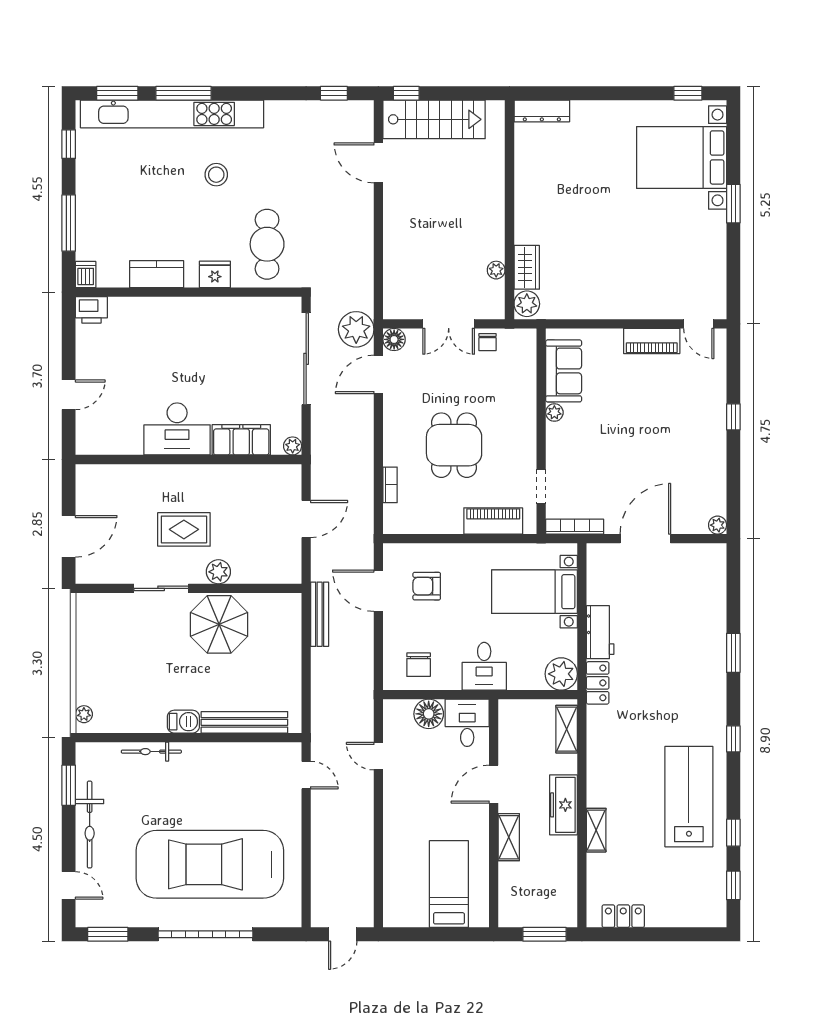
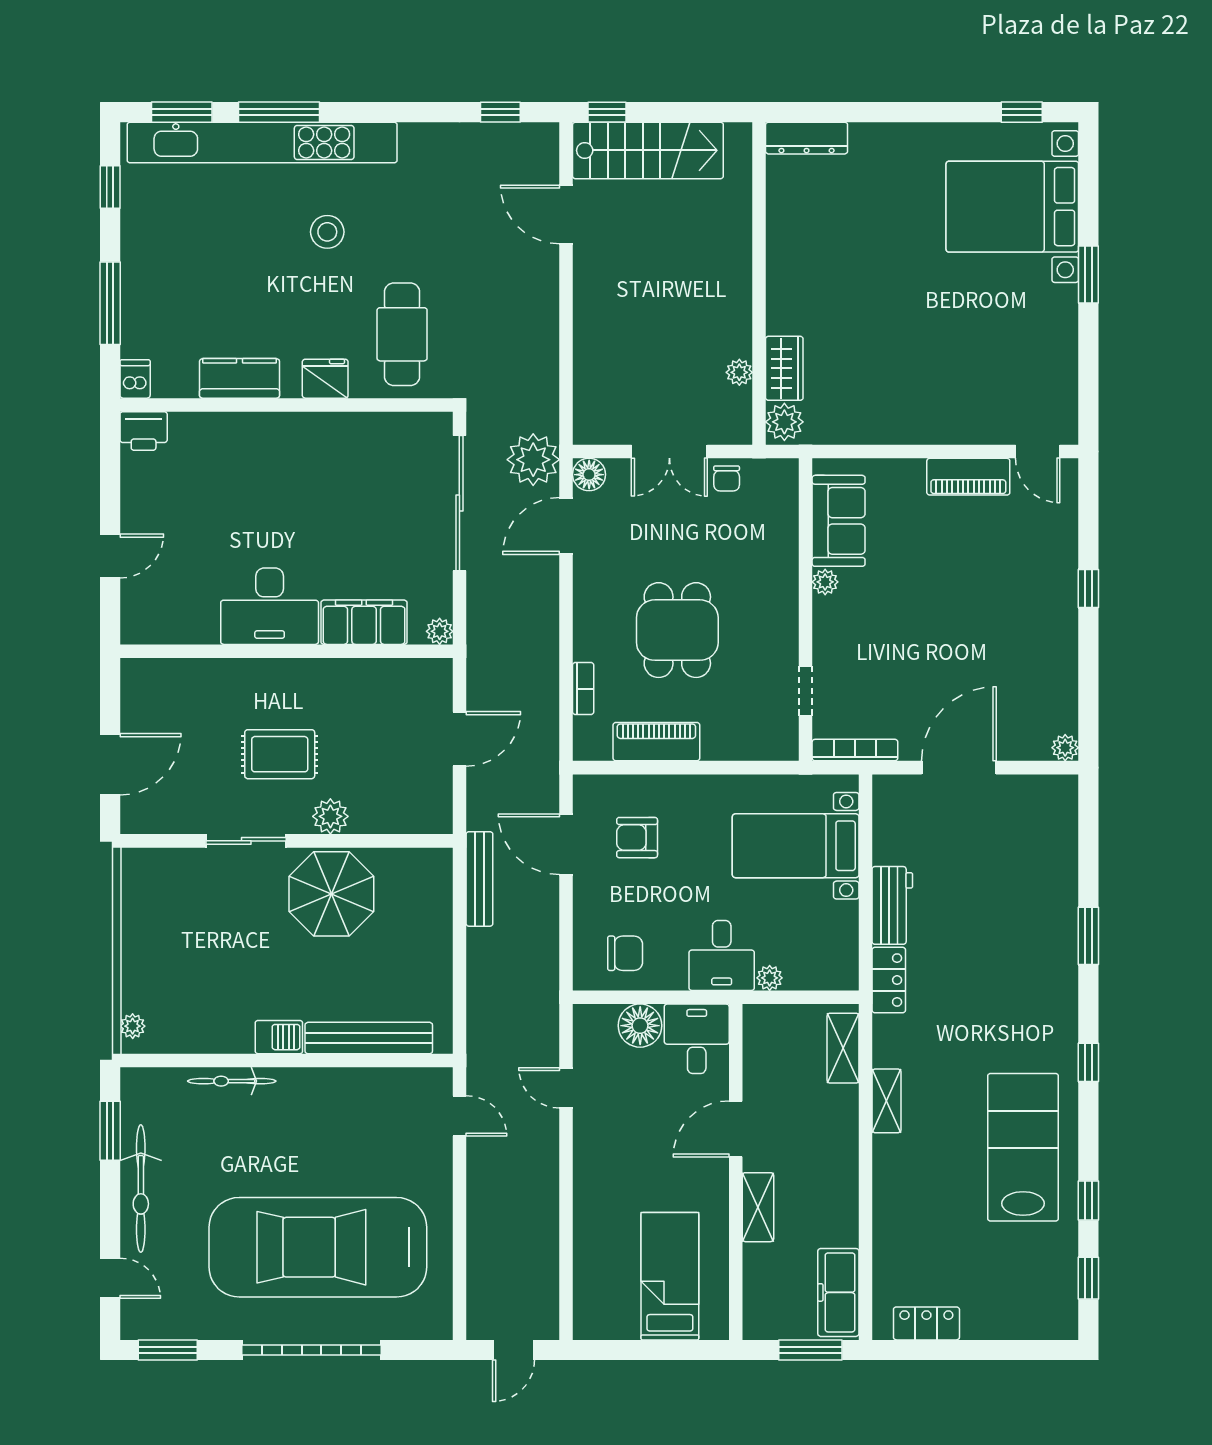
piano: (493, 521) -> (656, 742), moved
chair: (419, 665) -> (625, 953), turned -90
plant: (561, 674) -> (770, 978), moved, width x0.53, depth x0.53
freezer: (563, 805) -> (838, 1292), moved
shelving: (596, 830) -> (887, 1101), moved

